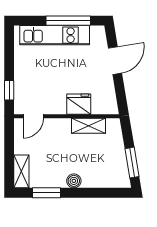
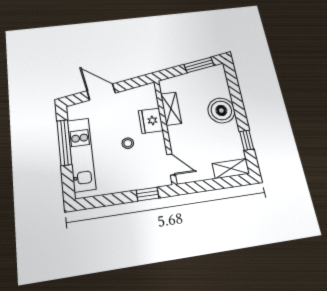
stool: (59, 79) -> (128, 143), added
boiler: (74, 181) -> (221, 110), width x1.86, depth x1.86
window: (47, 193) -> (247, 140), width x0.67

